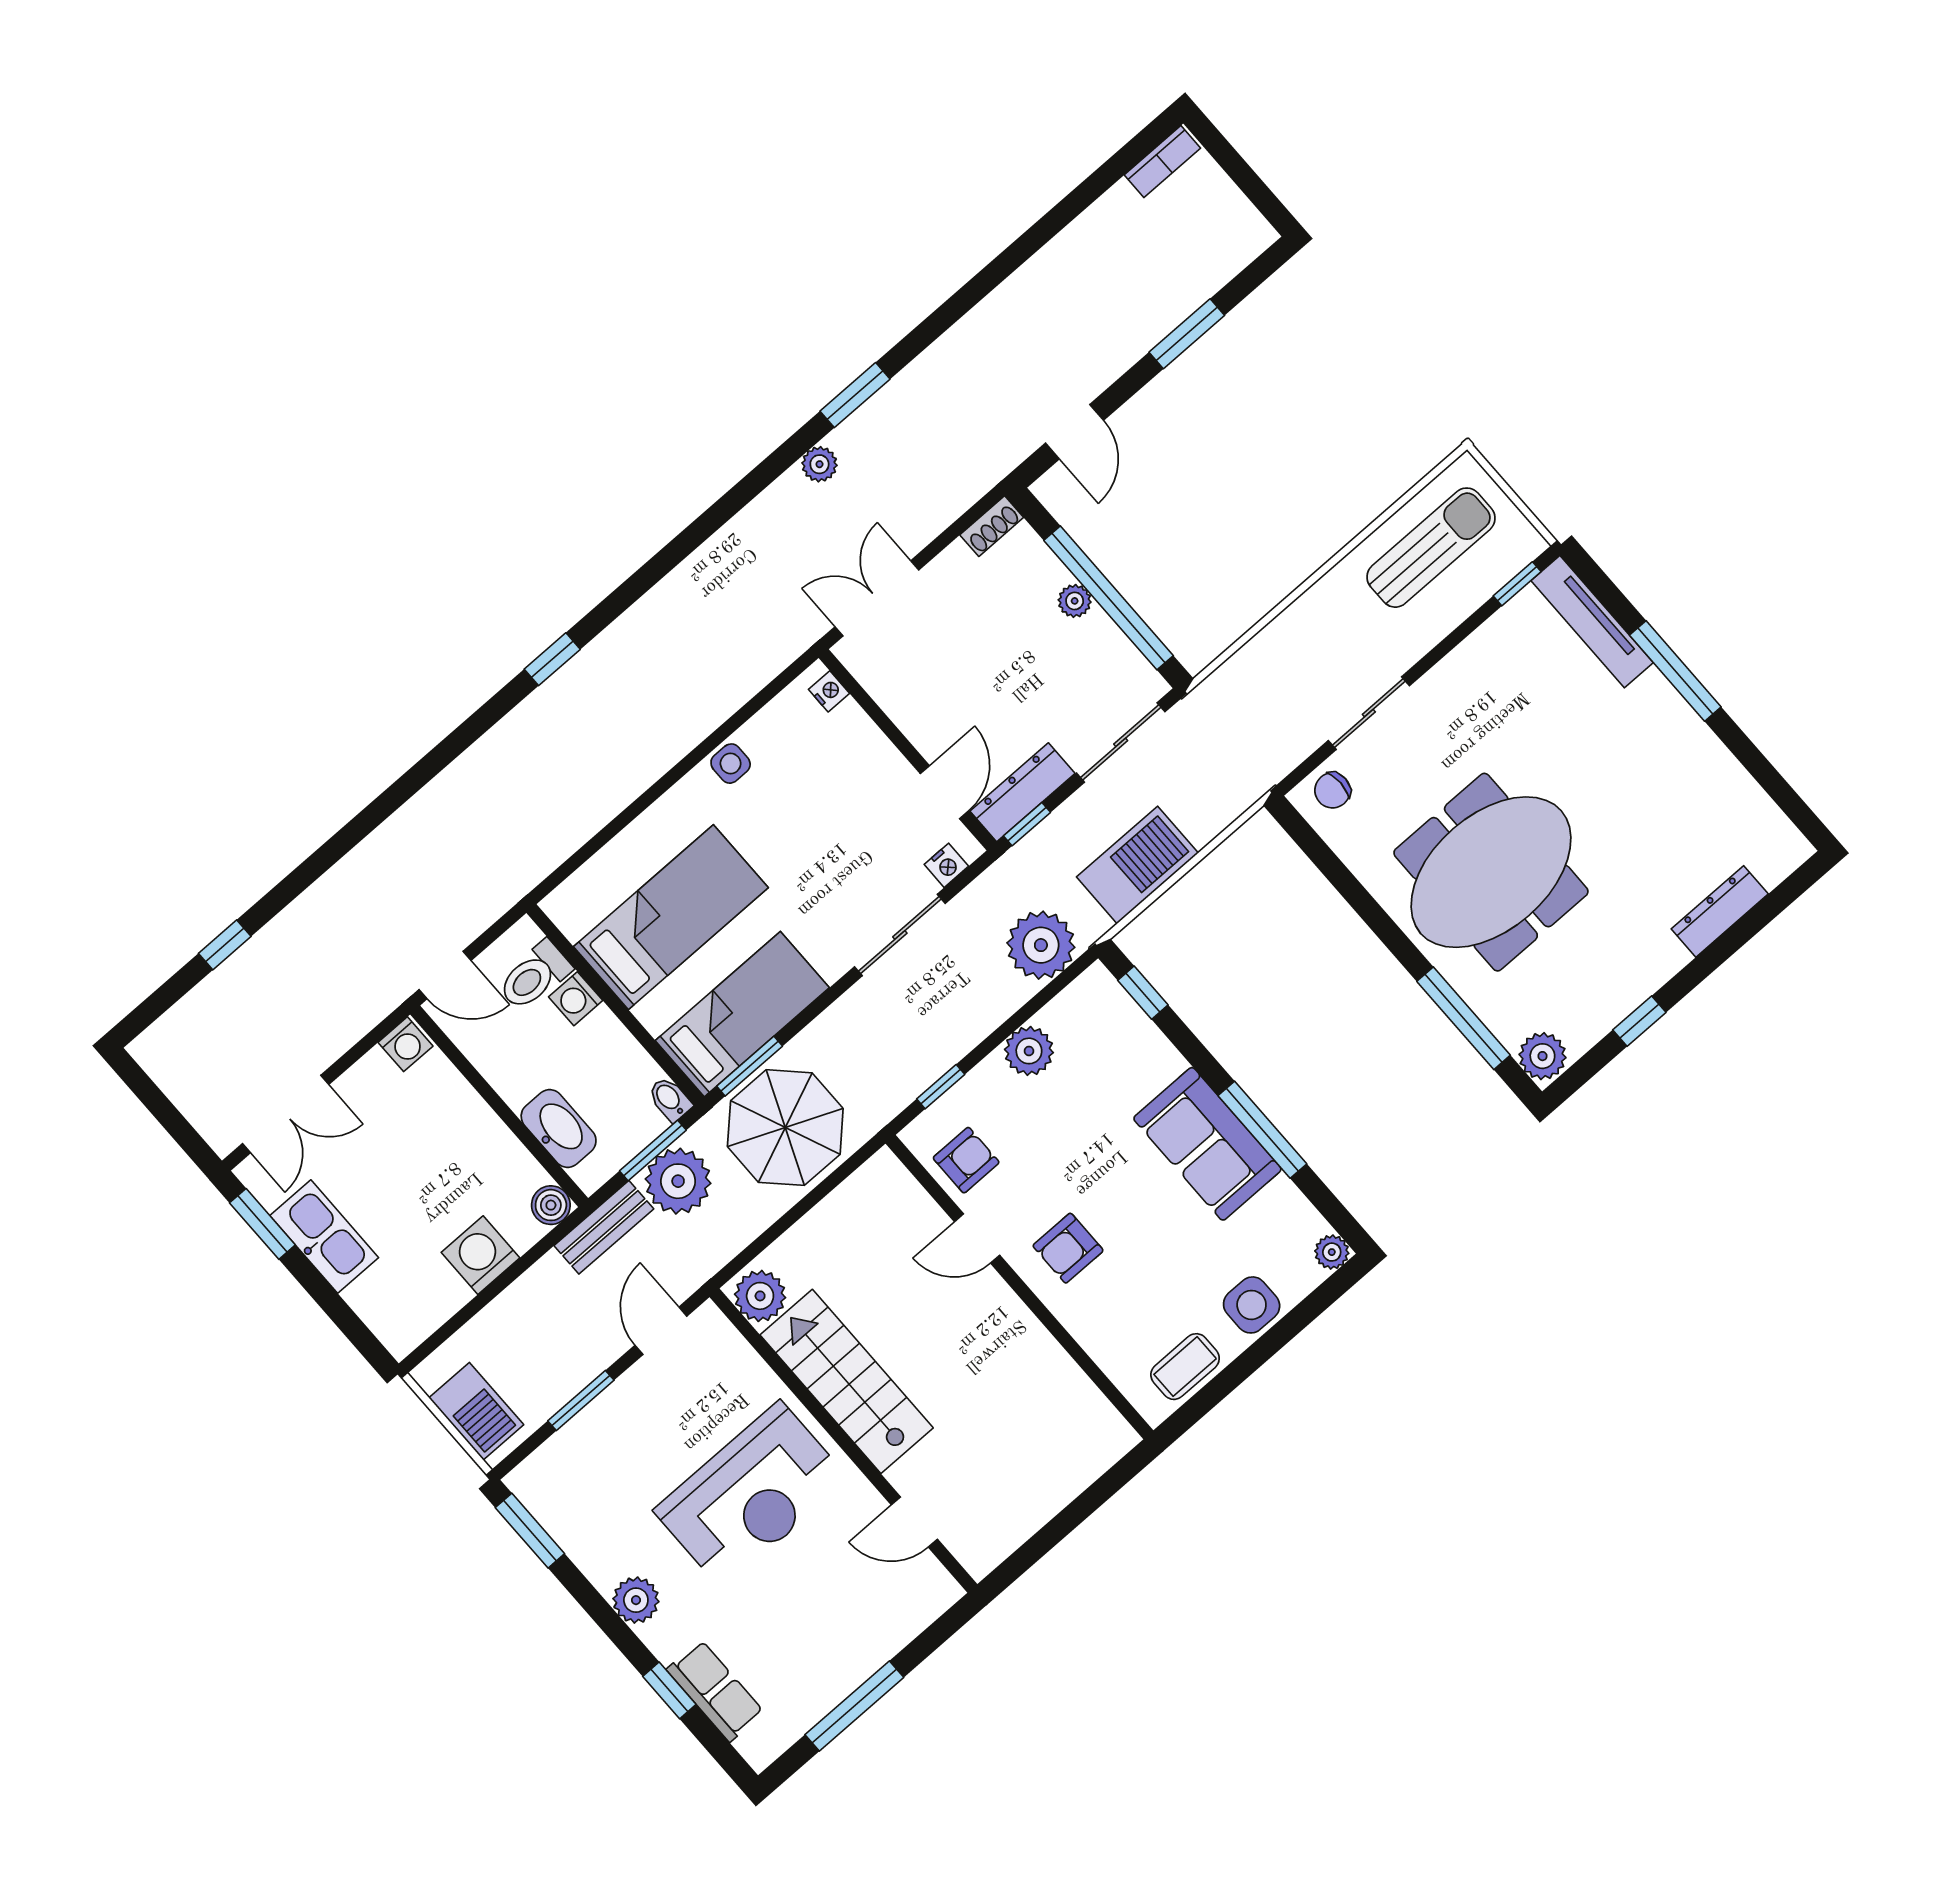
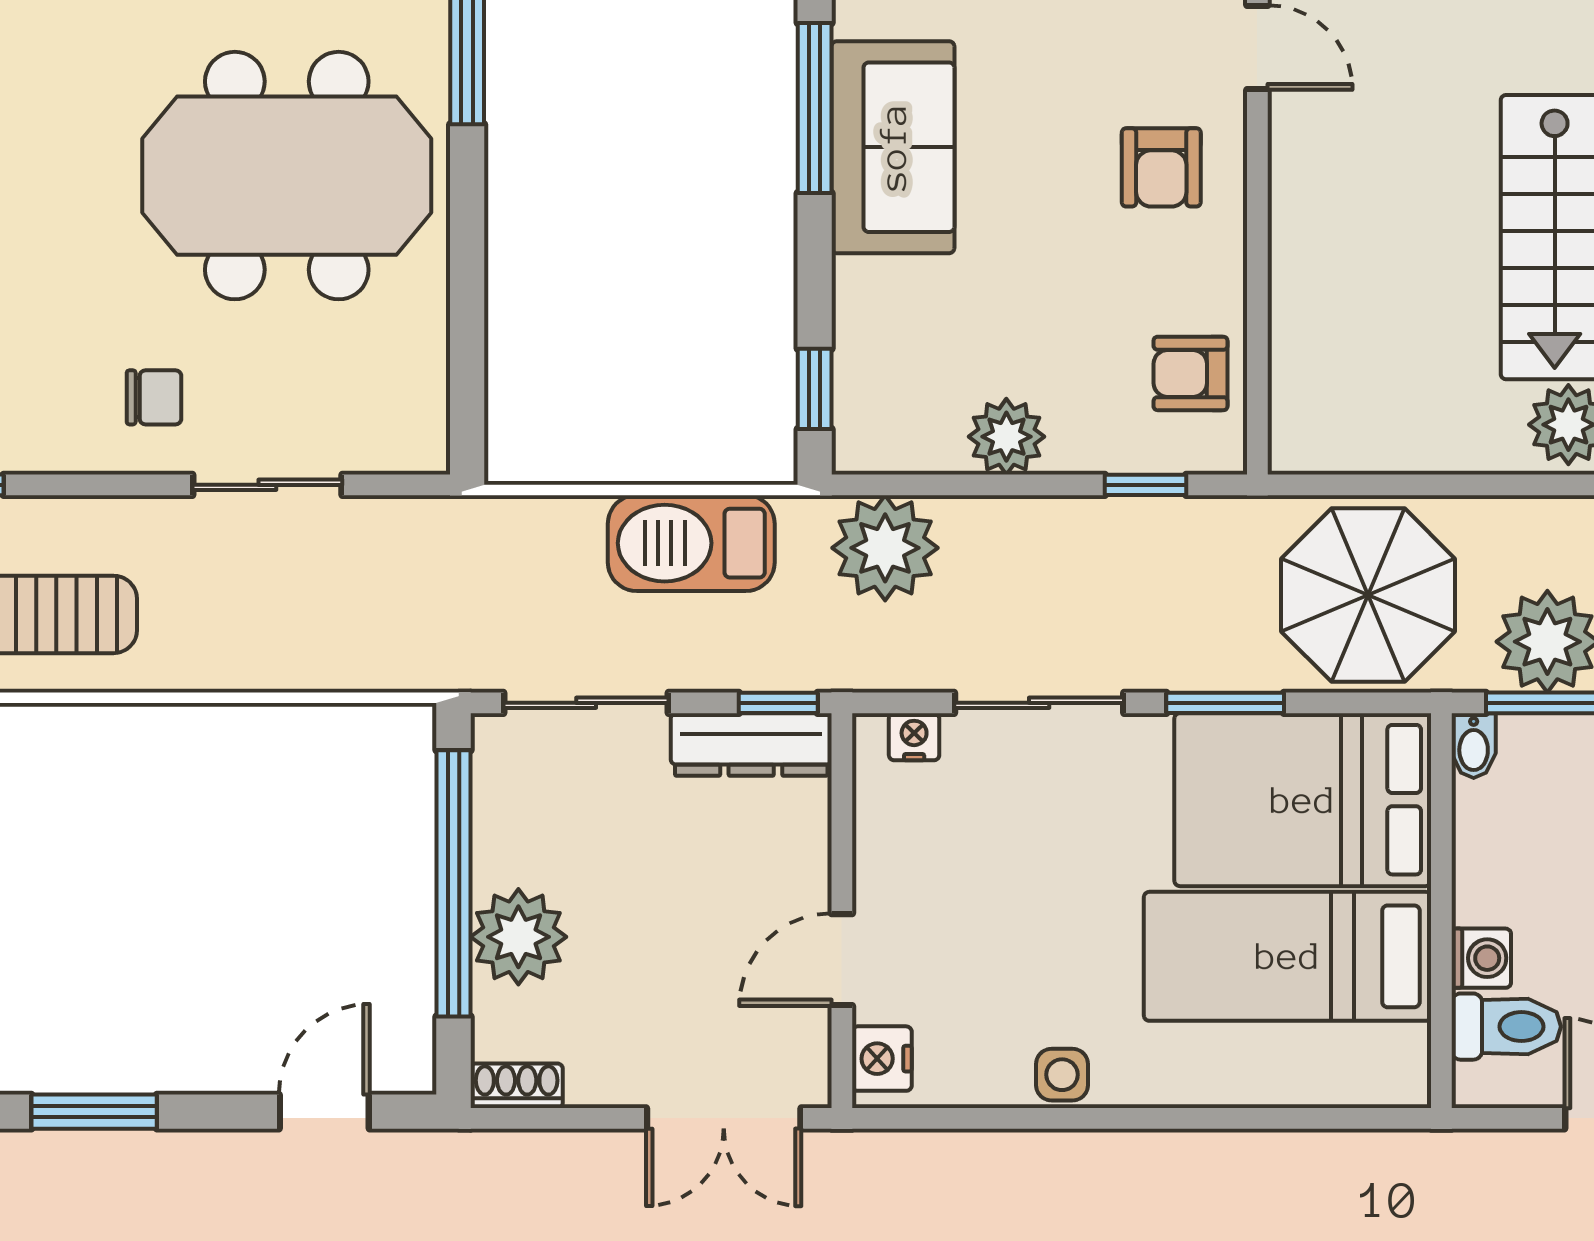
plant: (1075, 601) -> (518, 937), width x1.88, depth x1.88
nightstand: (829, 691) -> (882, 1059), width x1.39, depth x1.35
chair: (1332, 790) -> (154, 397), moved
door: (945, 792) -> (842, 960), moved
bed: (742, 1014) -> (1303, 800), width x1.50
window: (750, 1066) -> (1225, 703), moved
door: (977, 1238) -> (1257, 47), moved
armchair: (1068, 1248) -> (1161, 167), turned 90

